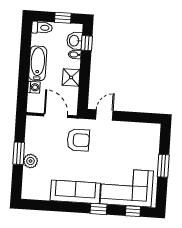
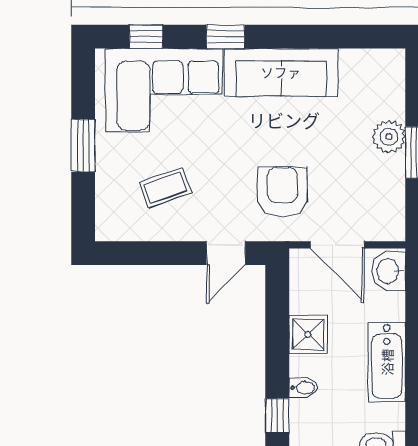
washbasin: (74, 41) -> (389, 271), moved, turned 180
washing machine: (34, 87) -> (392, 307), removed
armchair: (78, 140) -> (282, 192), turned 90
coffee table: (129, 145) -> (165, 188), added

